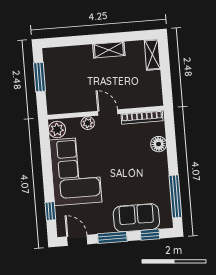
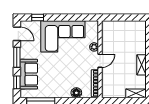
window: (40, 77) -> (127, 17), removed
plant: (57, 130) -> (91, 26), removed
door: (77, 240) -> (17, 34), hinge flipped

